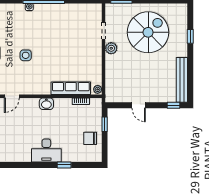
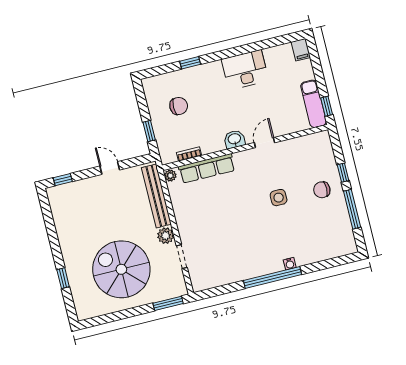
spiral stairs: (148, 32) -> (121, 269), turned 90
bench: (182, 80) -> (156, 196), moved
door: (12, 96) -> (264, 143), moved
chair: (90, 138) -> (179, 106), moved
desk: (46, 150) -> (245, 70), moved

